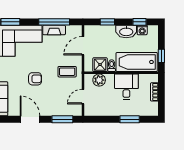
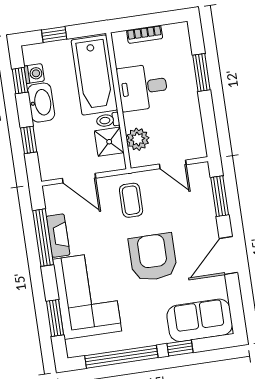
window: (161, 56) -> (54, 34), moved
armchair: (35, 79) -> (153, 257), width x1.88, depth x1.88

